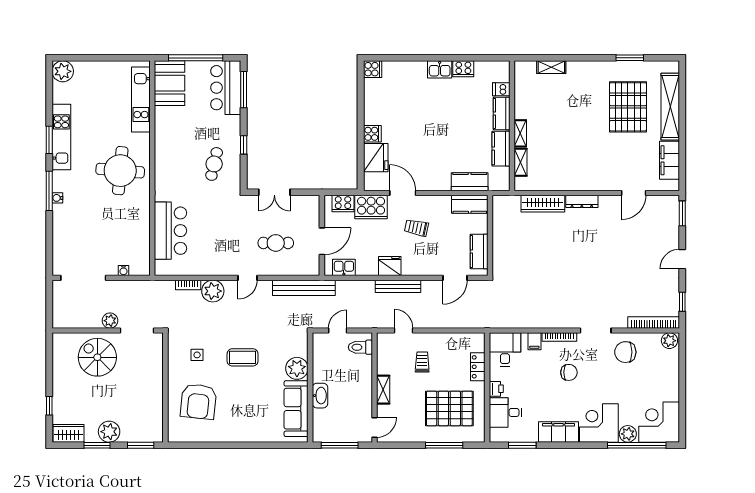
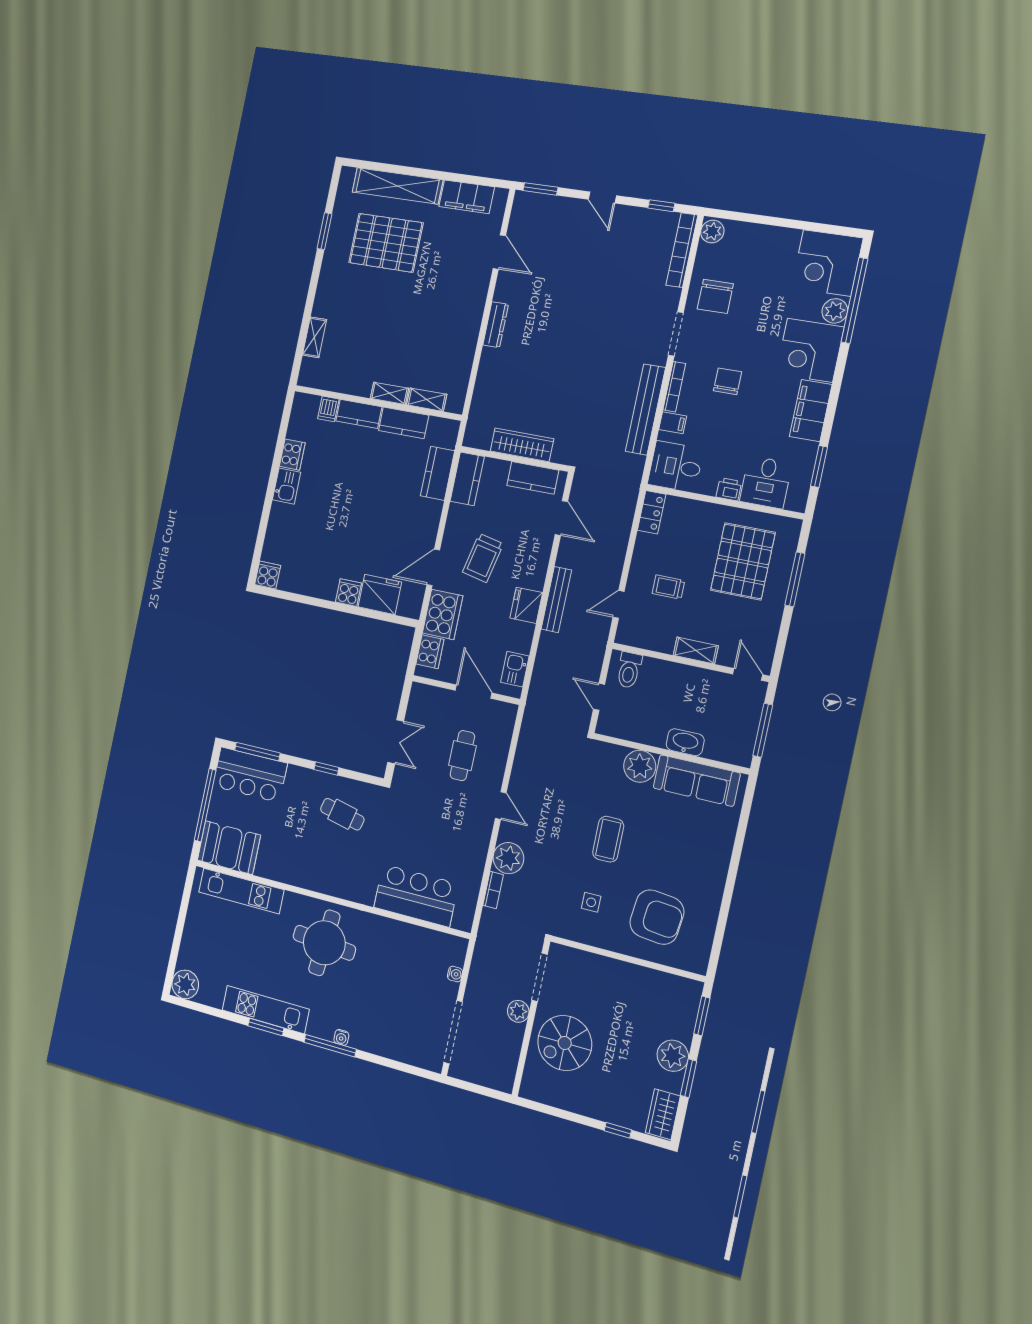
wardrobe: (543, 204) -> (522, 445), moved, turned -90
trolley: (416, 228) -> (483, 558), width x1.36, depth x1.39
bench: (304, 288) -> (645, 409), moved
locker: (478, 367) -> (652, 512), moved, turned -90

